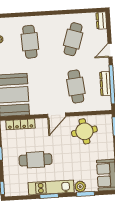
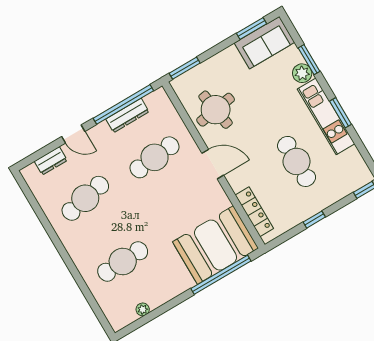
dresser: (101, 21) -> (51, 161), moved
cafe table: (73, 39) -> (85, 198), turned -30

